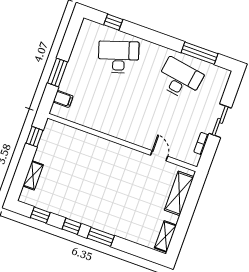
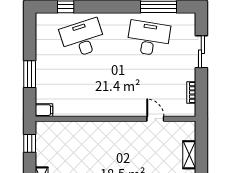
filing cabinet: (63, 99) -> (44, 110), moved
sliding door: (220, 121) -> (201, 52), moved
shelving: (179, 193) -> (189, 155), width x0.67, depth x0.75

